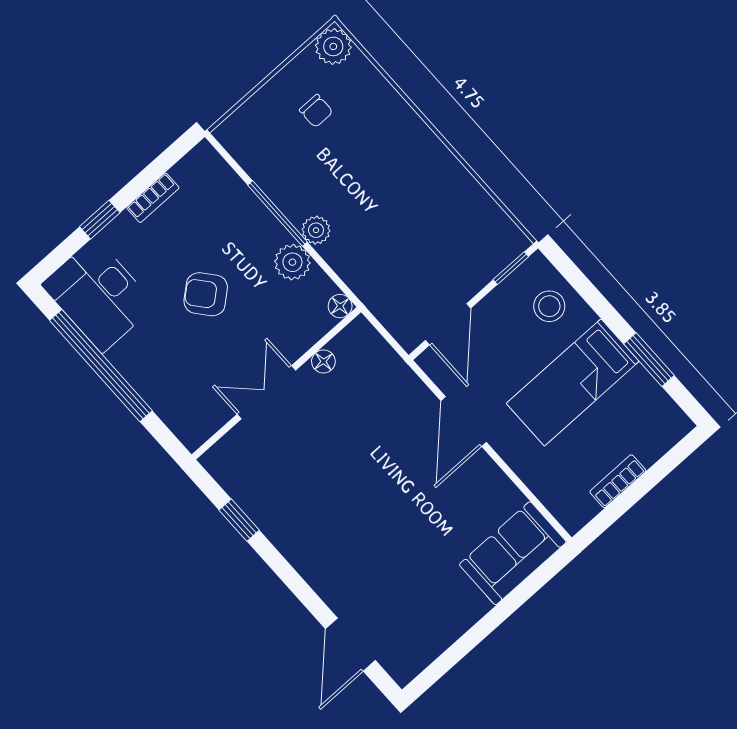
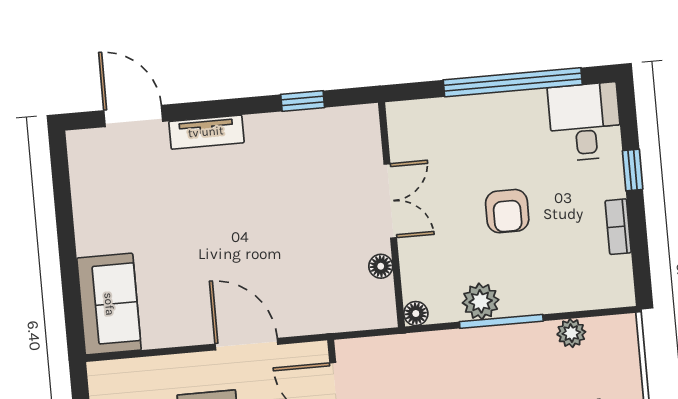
window: (278, 213) -> (501, 321), moved
plant: (316, 230) -> (571, 333), moved
armchair: (206, 294) -> (507, 211), turned 130
desk: (98, 295) -> (585, 122), width x0.73
tv unit: (320, 577) -> (206, 132), added

